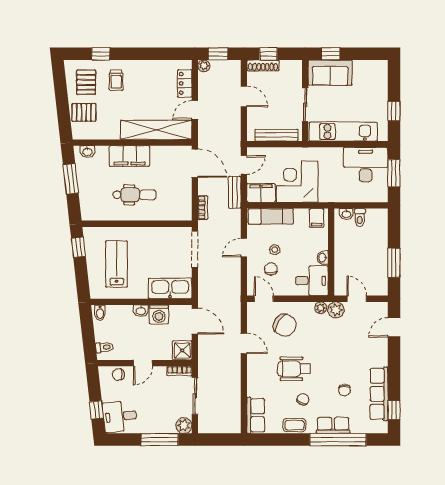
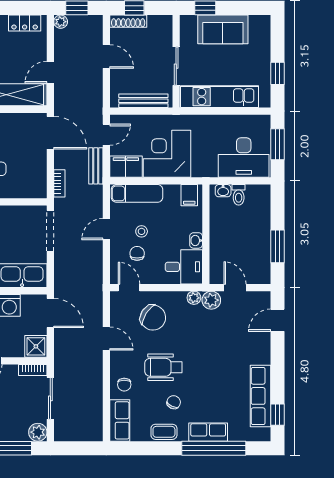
sofa: (330, 73) -> (223, 29), moved
locker: (185, 83) -> (25, 23), moved, turned -90
desk: (366, 165) -> (244, 158), moved, turned 180
chair: (344, 390) -> (124, 385), moved

